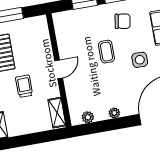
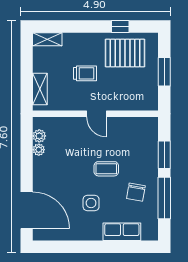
shelving: (57, 113) -> (40, 89), moved, turned 90
plant: (114, 113) -> (39, 150), moved

